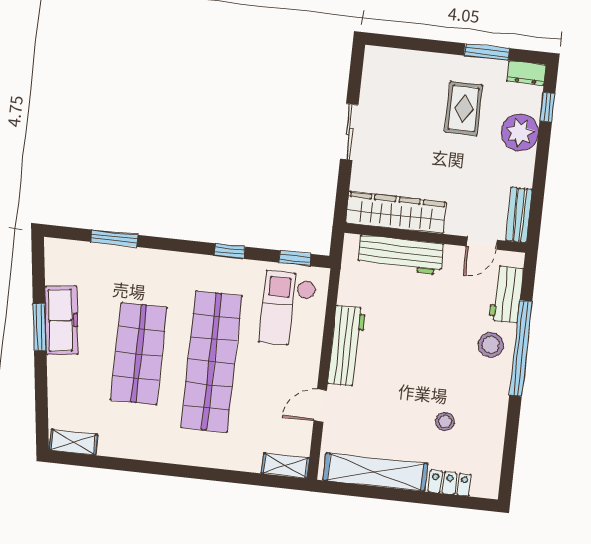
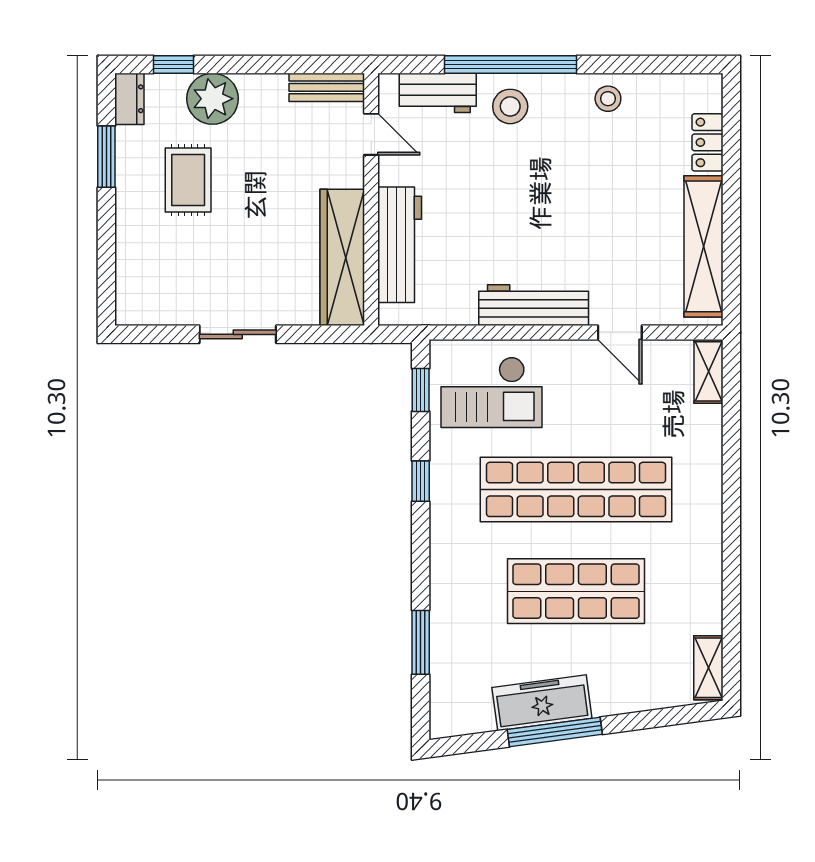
rug: (464, 109) -> (188, 180), turned 90
window: (40, 327) -> (555, 732), width x1.44
stool: (445, 422) -> (608, 99), moved

